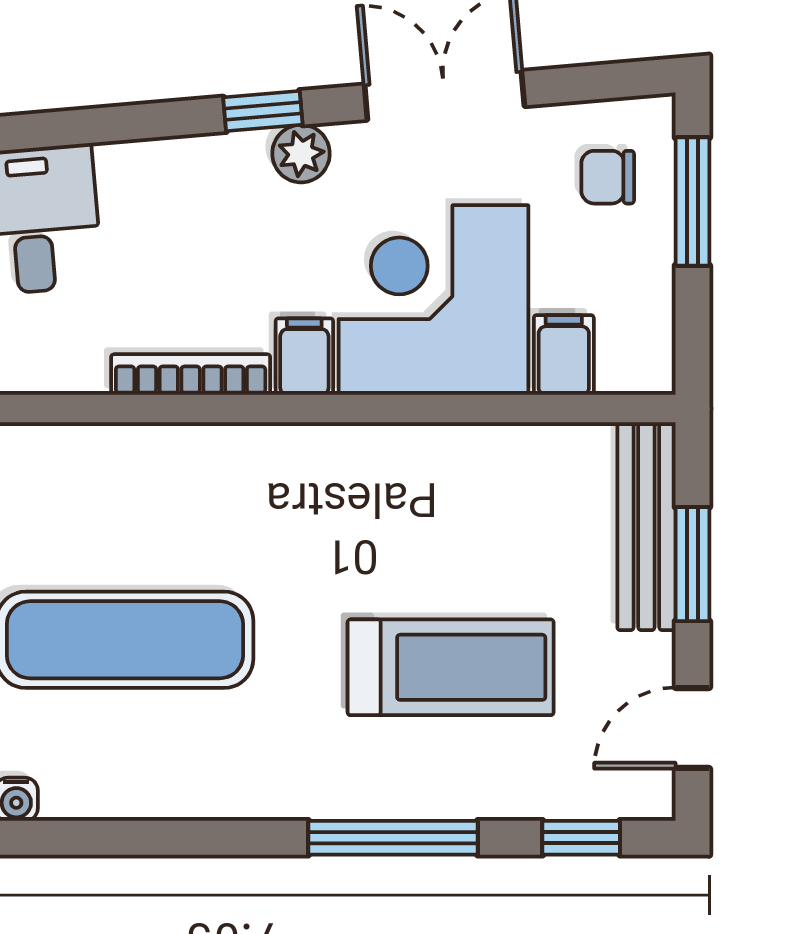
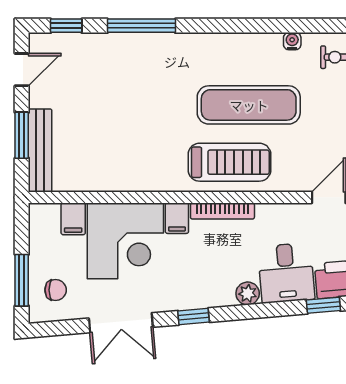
plant: (301, 154) -> (248, 293), moved
treadmill: (451, 667) -> (229, 162), moved, turned 180

